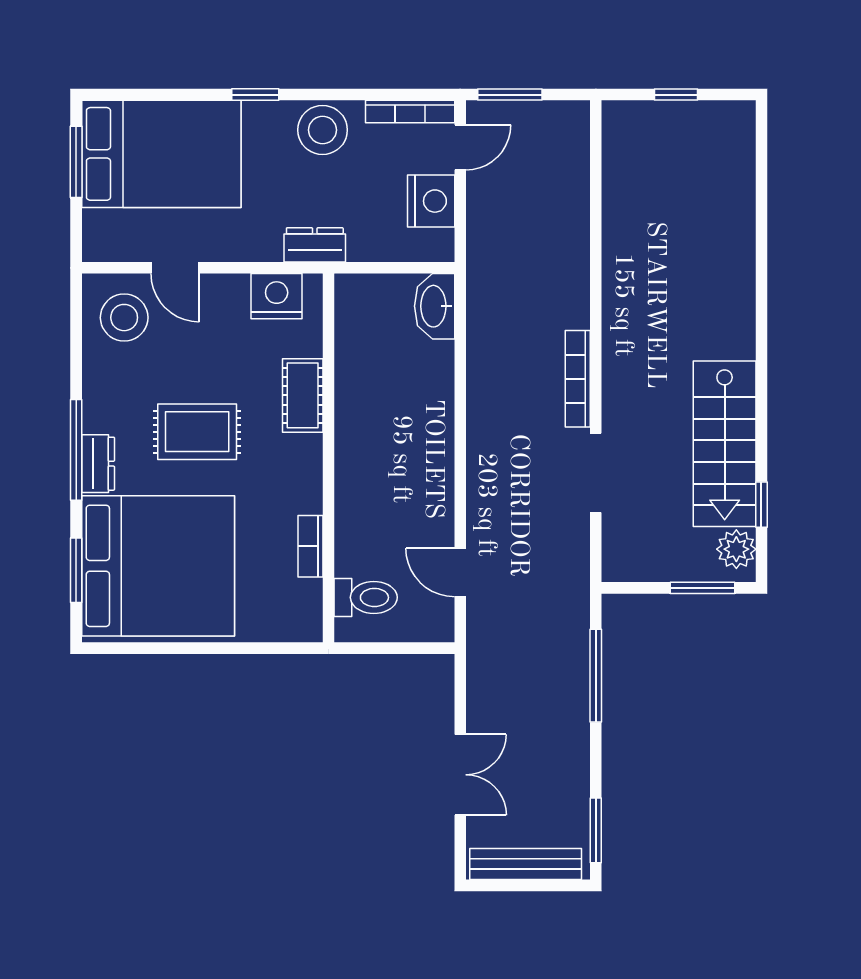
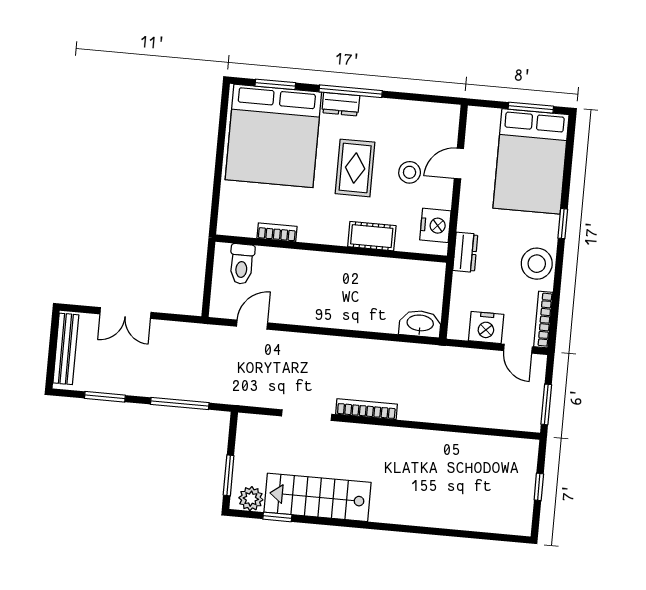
window: (510, 95) -> (546, 404), moved
stool: (124, 318) -> (410, 172), moved, width x0.73, depth x0.73
window: (596, 830) -> (105, 397), moved

